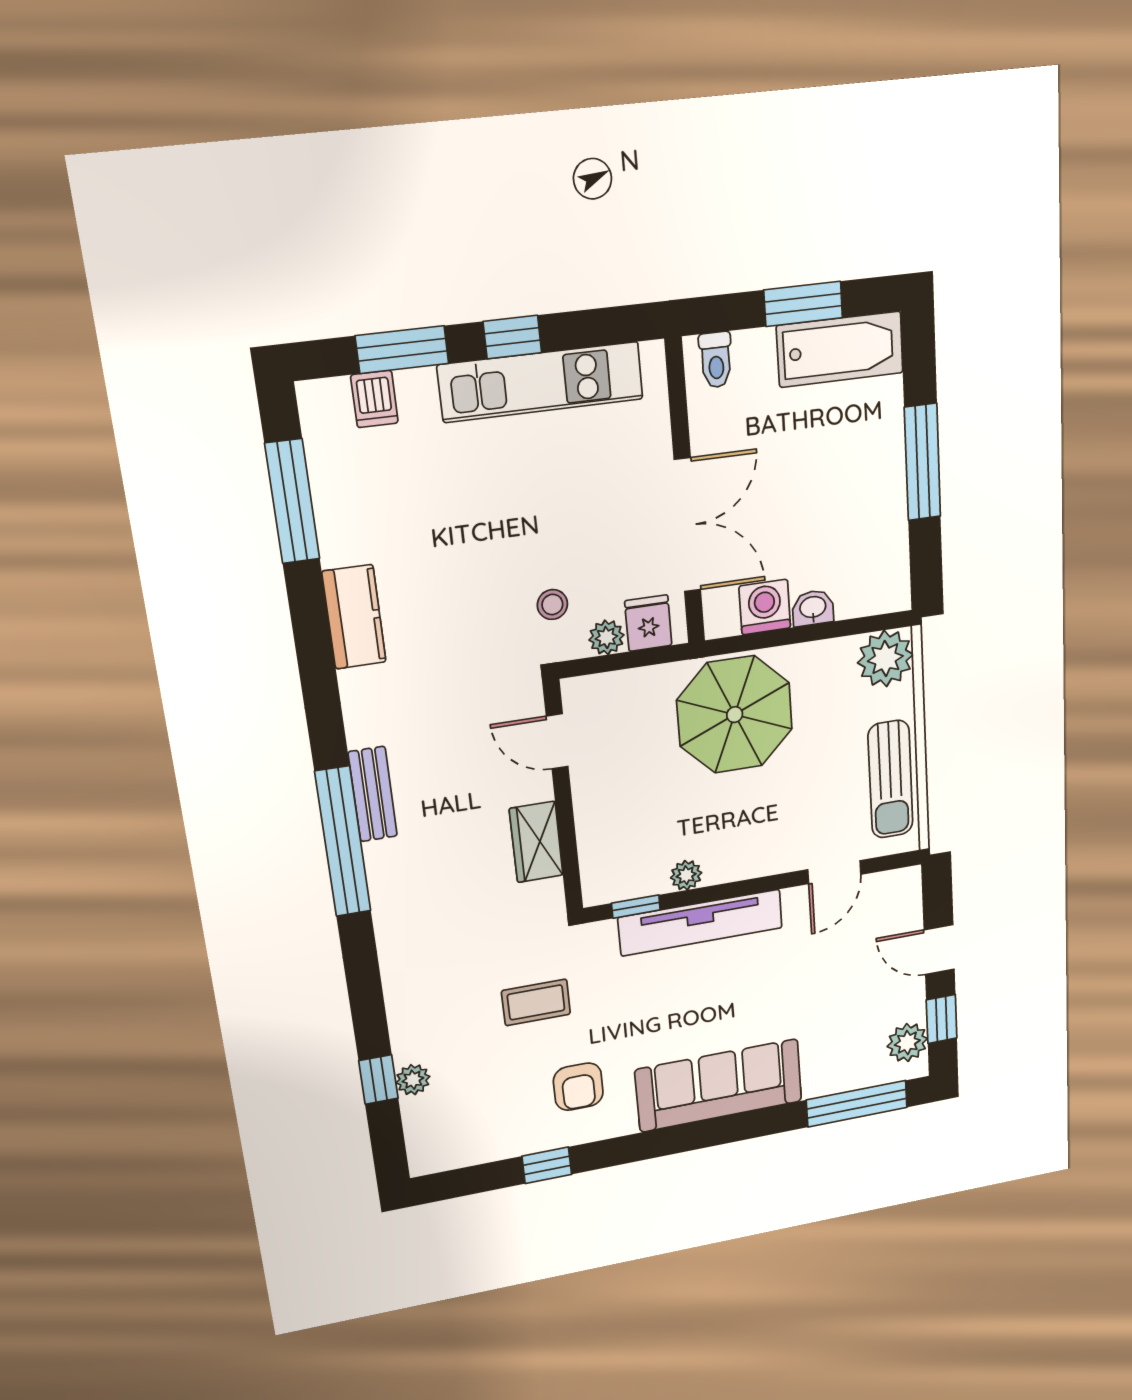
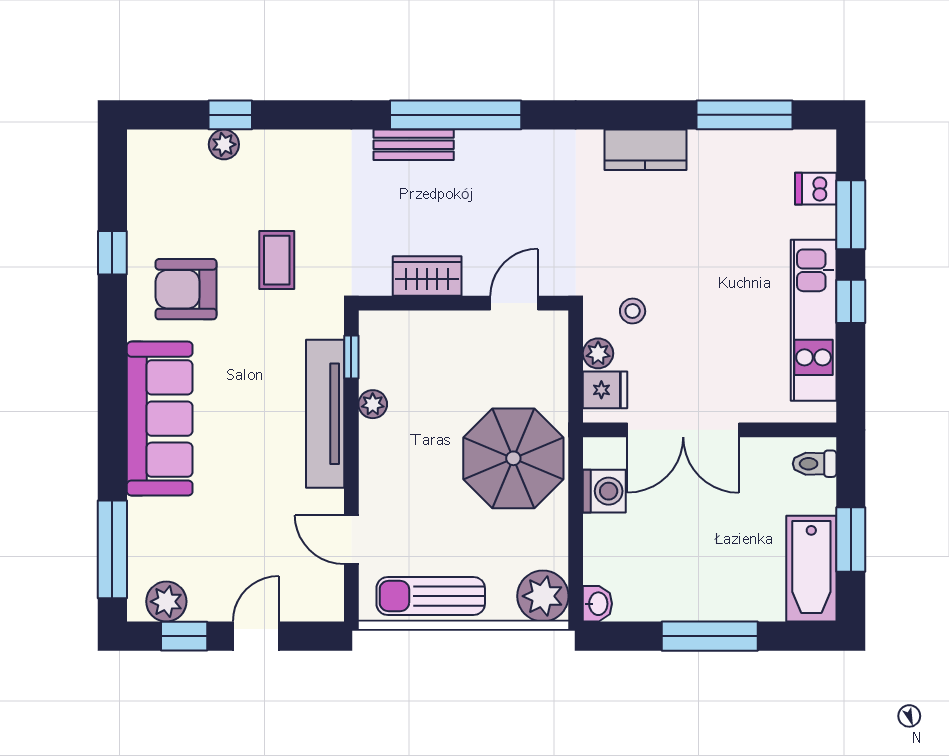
washbasin: (813, 608) -> (597, 604), moved
bench: (373, 794) -> (414, 145), moved
armchair: (578, 1087) -> (186, 289), width x1.38, depth x1.38

